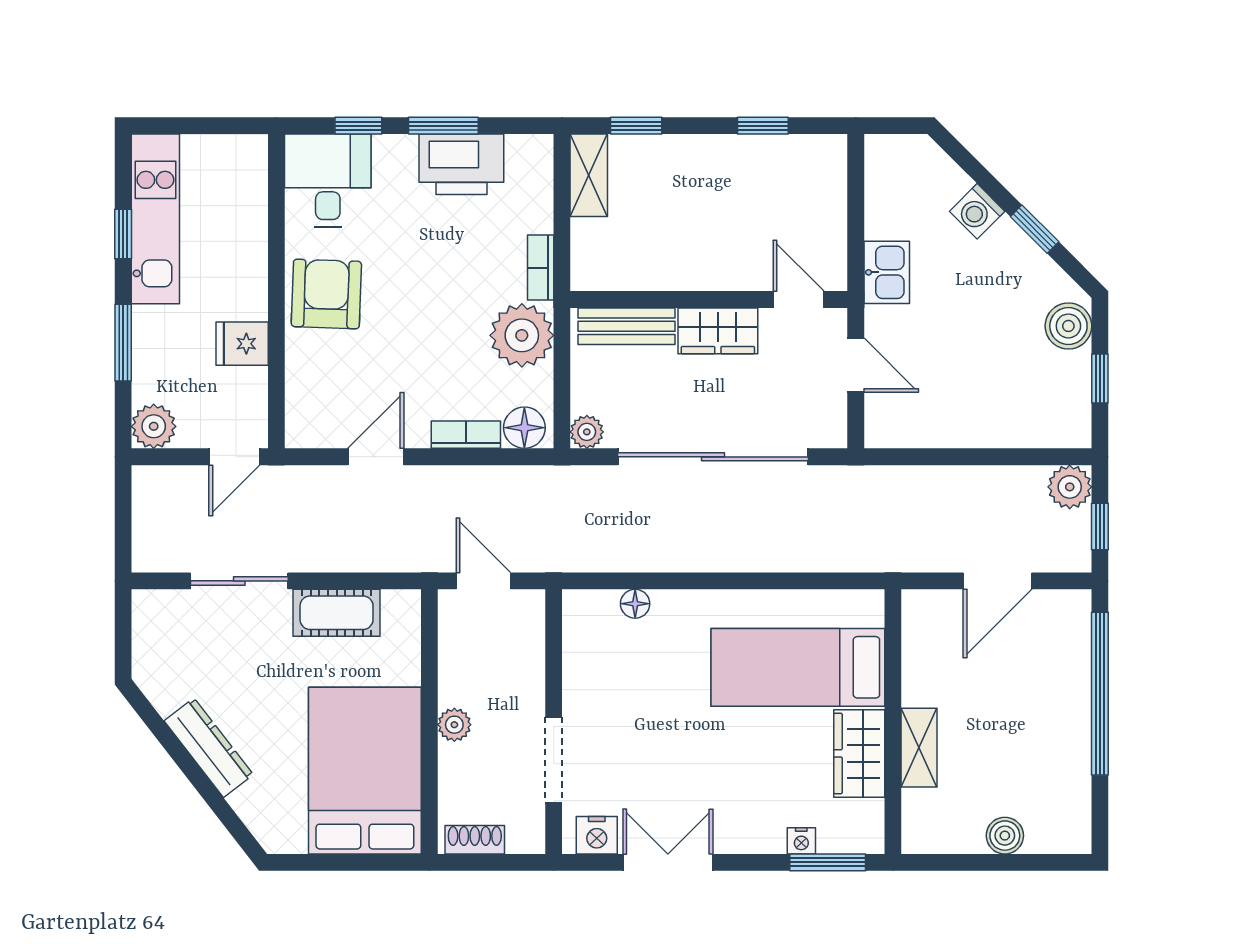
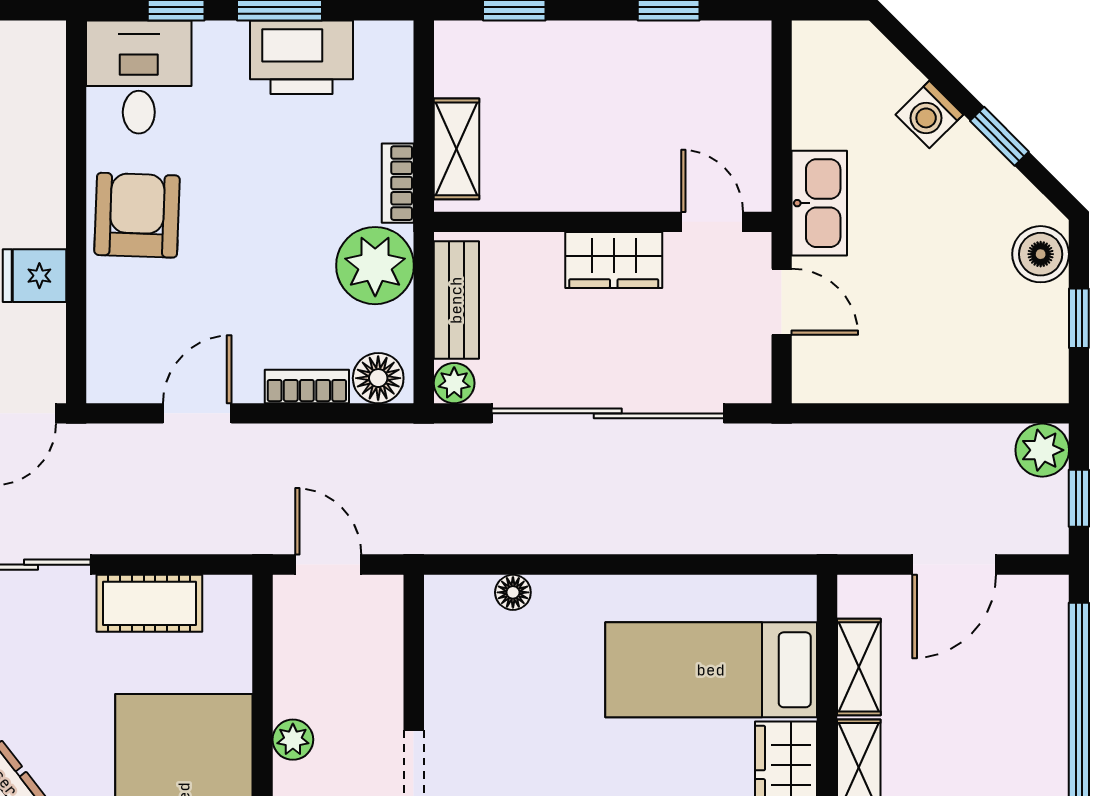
shelving: (589, 175) -> (457, 149), moved
kitchen sink: (887, 272) -> (819, 203), width x1.38
bench: (627, 326) -> (456, 300), moved, turned 90
shelving: (919, 665) -> (859, 667), added

